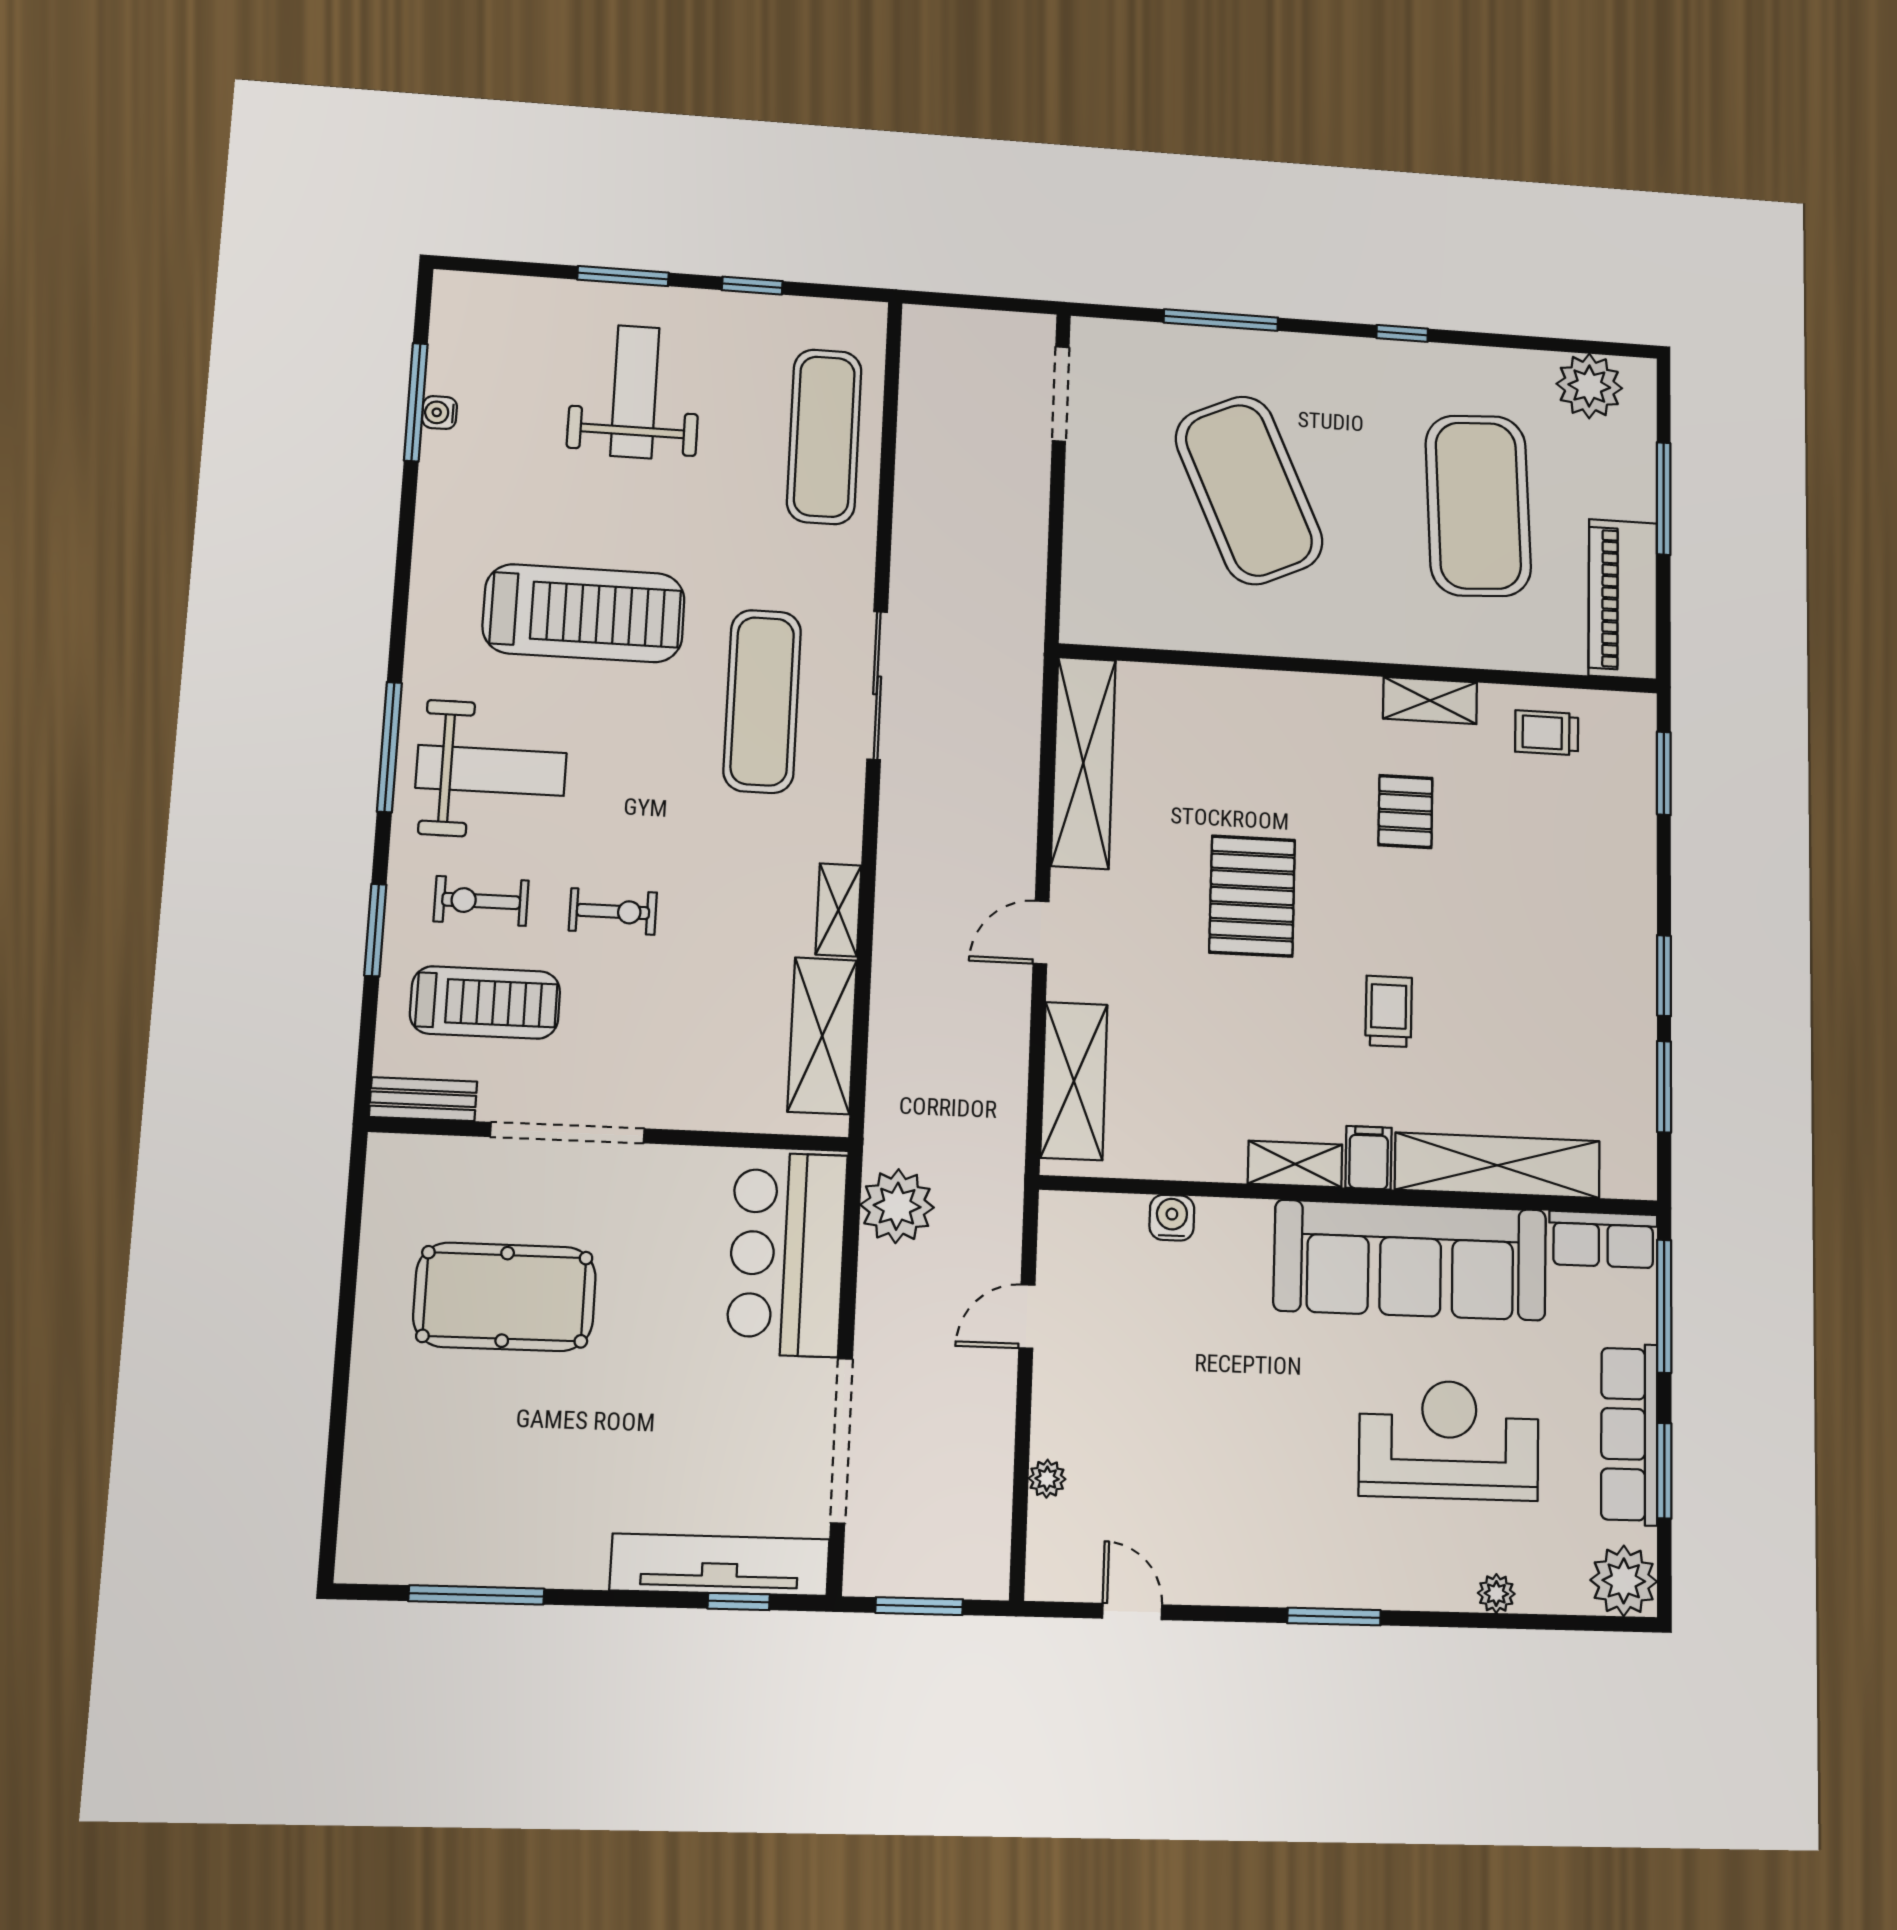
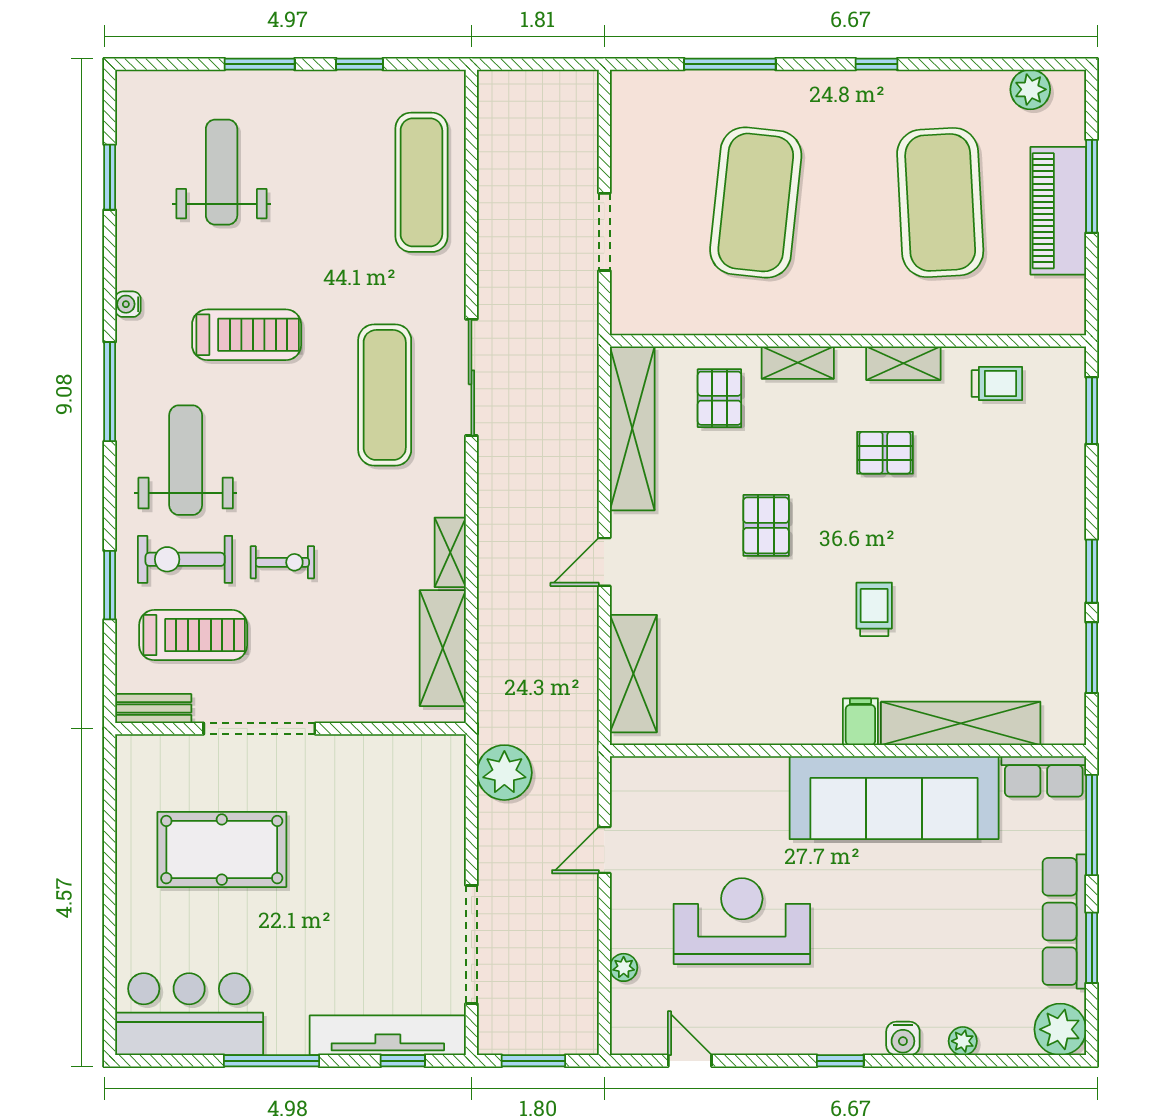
plant: (1589, 386) -> (1030, 89), width x0.73, depth x0.73
weight bench: (635, 392) -> (222, 172), moved
doorway: (1061, 394) -> (604, 232), moved
window: (416, 402) -> (110, 177), width x0.69
water cooler: (439, 413) -> (128, 304), moved
exercise mat: (1249, 490) -> (756, 202), turned 30
piano: (1623, 599) -> (1058, 211), moved
treadmill: (584, 613) -> (247, 335), width x0.73, depth x0.73
pallet: (1197, 731) -> (719, 398), added
trolley: (1547, 733) -> (997, 384), turned 180
window: (389, 747) -> (110, 392), moved
weight bench: (491, 770) -> (186, 460), turned -90
pallet: (1405, 812) -> (885, 453), turned 90
pallet: (1252, 896) -> (766, 525), width x0.67, depth x0.71
exercise bike: (481, 901) -> (185, 559), width x1.38, depth x1.39
shelving: (1295, 1164) -> (798, 363), moved
water cooler: (1172, 1218) -> (903, 1038), moved, turned 180
bar counter: (787, 1254) -> (189, 1014), moved, turned 90
reception desk: (1449, 1440) -> (742, 921), moved
window: (476, 1595) -> (272, 1061), moved
window: (1334, 1617) -> (840, 1061), width x0.67

